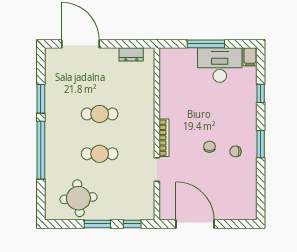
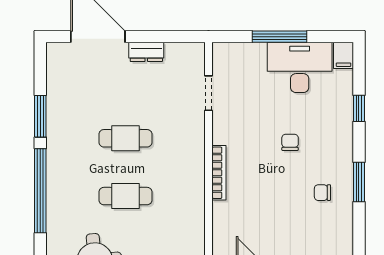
dresser: (131, 54) -> (146, 52), moved
chair: (209, 147) -> (290, 142), moved
doorway: (157, 170) -> (208, 93), moved

